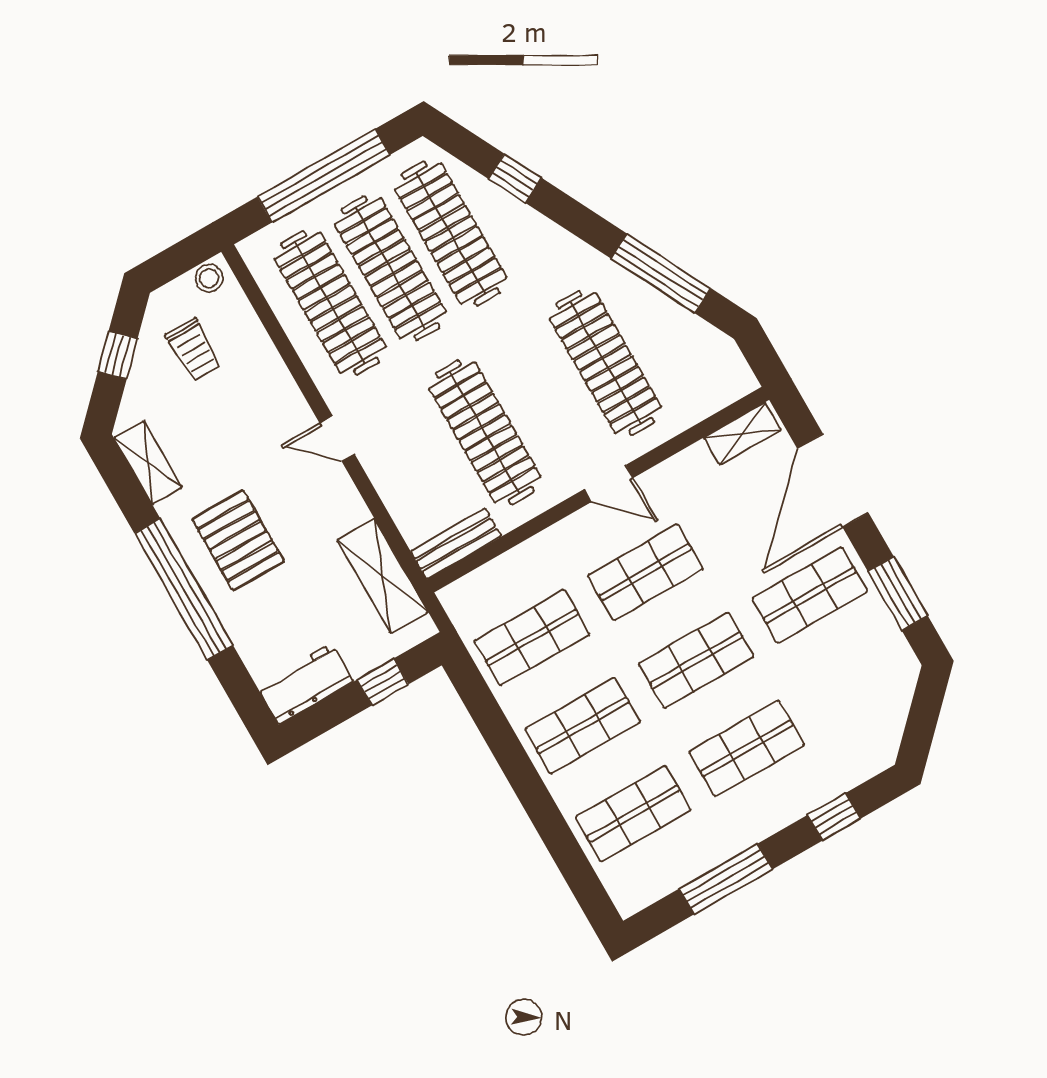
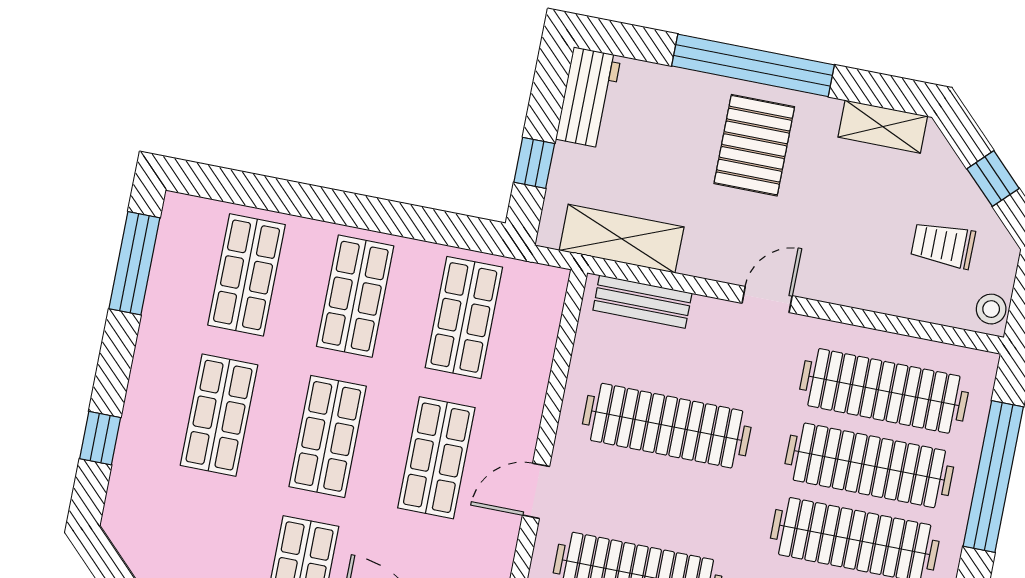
pallet: (238, 540) -> (754, 145), turned 90
bench: (456, 544) -> (642, 302), moved, turned 90
window: (726, 879) -> (134, 263), moved

